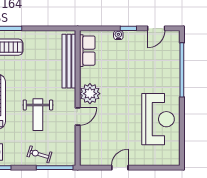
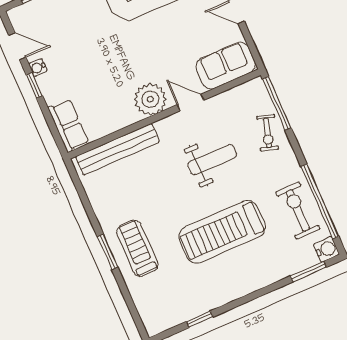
water cooler: (118, 35) -> (38, 67), moved
row of seats: (87, 51) -> (68, 126), moved, turned 90
sofa: (90, 147) -> (226, 66), added

